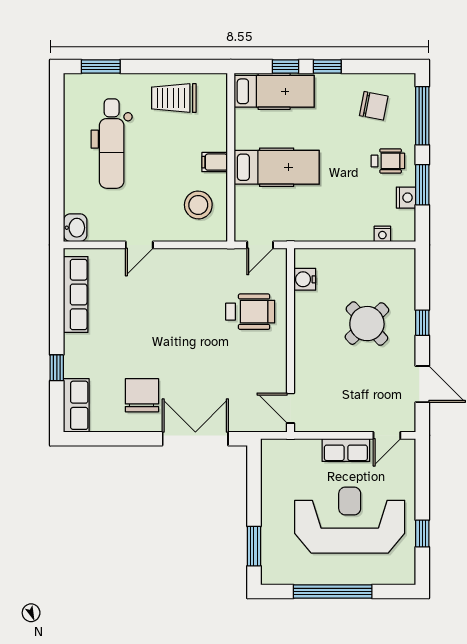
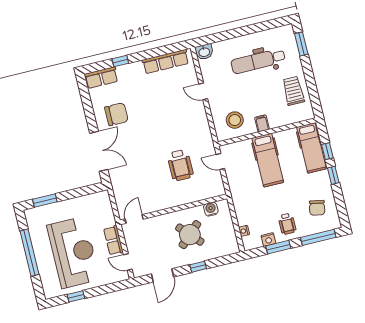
water cooler: (305, 279) -> (211, 209), moved
wall: (291, 340) -> (173, 209), moved
door: (291, 408) -> (134, 219), moved

